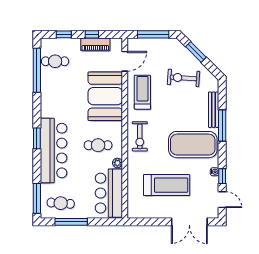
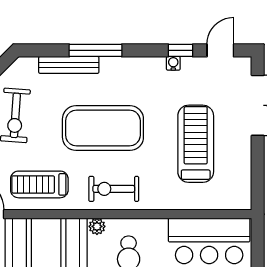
exercise bike: (140, 136) -> (114, 189), turned 180
exercise mat: (193, 145) -> (103, 128), moved, turned 90
plant: (117, 163) -> (97, 226), moved

